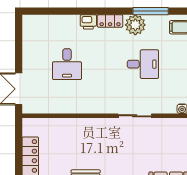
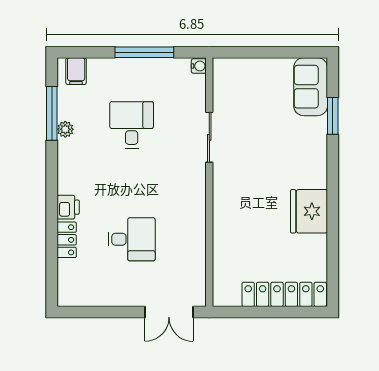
locker: (110, 21) -> (67, 240), moved
plant: (135, 25) -> (65, 129), width x0.53, depth x0.53

